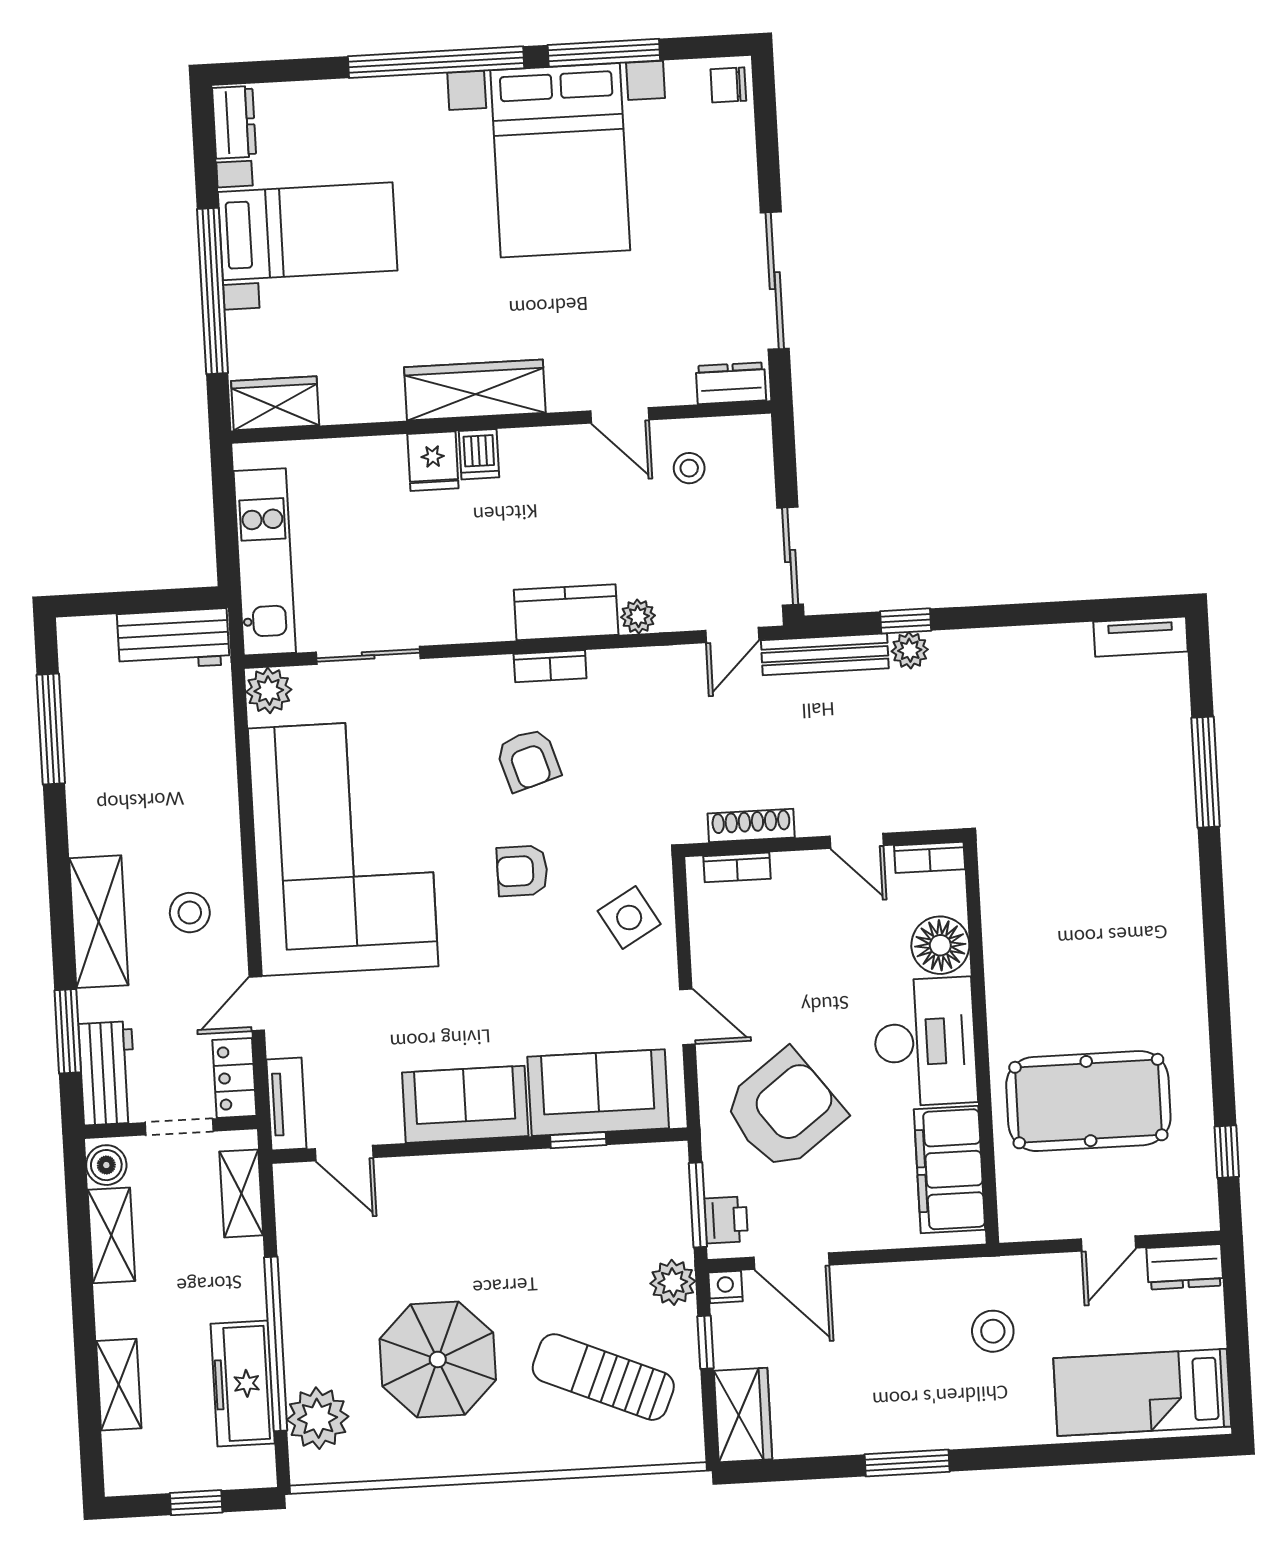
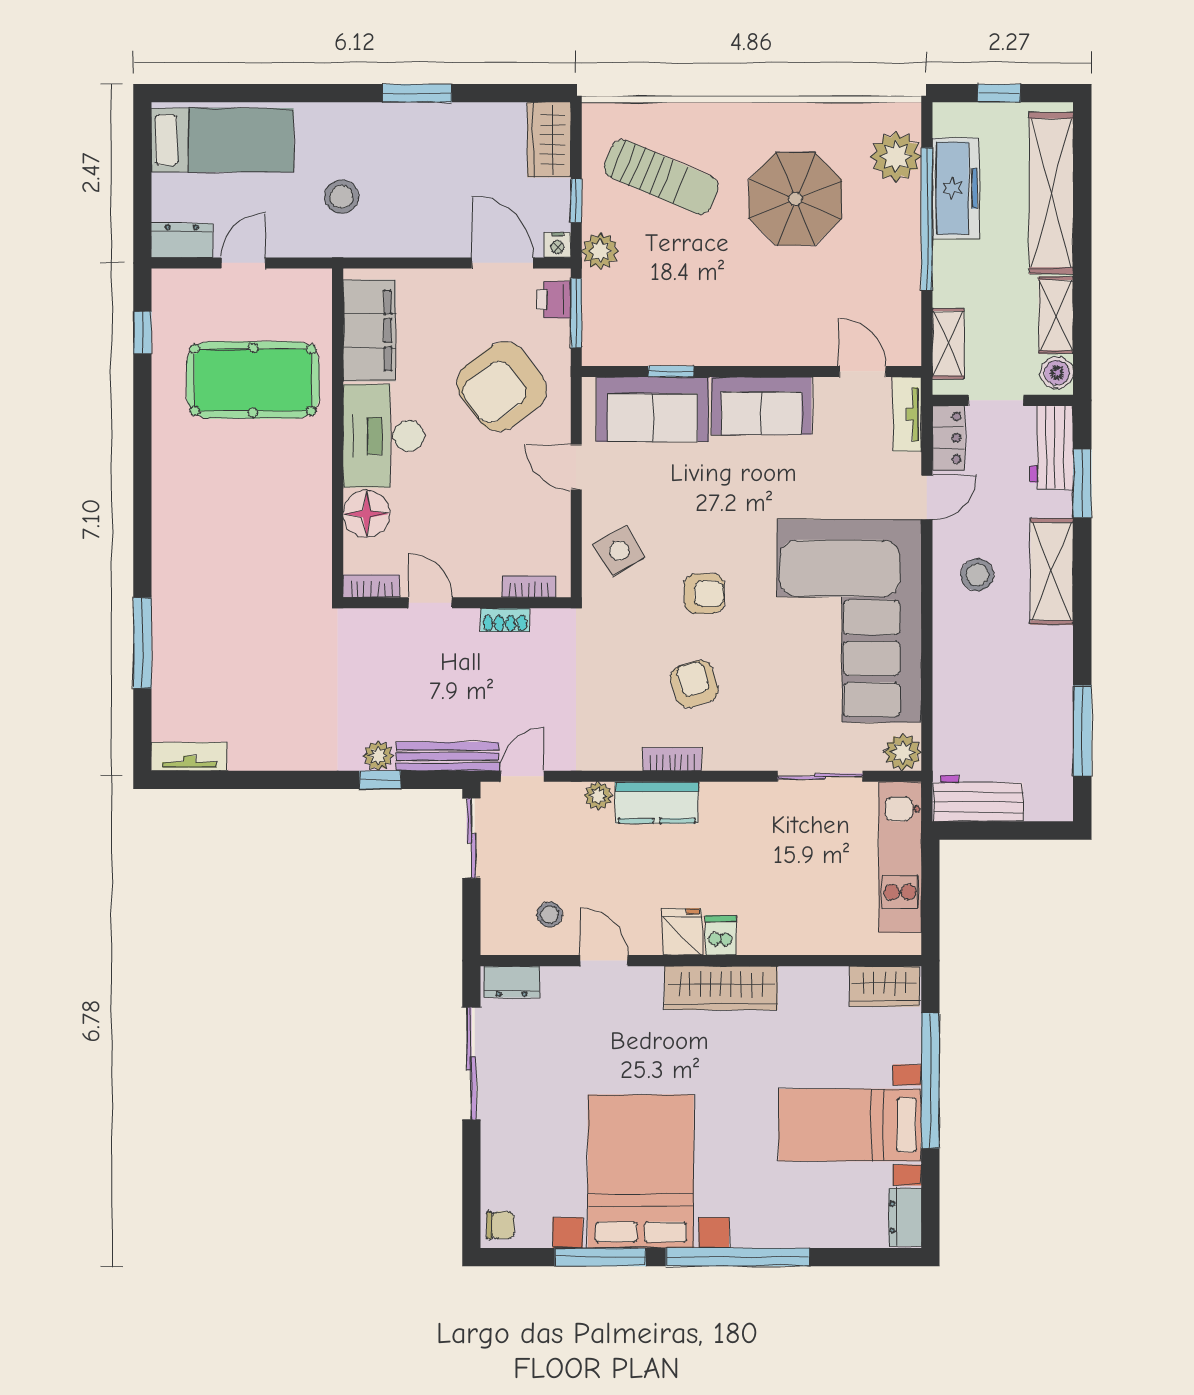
fridge: (433, 461) -> (683, 932), moved
shoe rack: (751, 826) -> (505, 620), width x0.70
shelving: (119, 1385) -> (1051, 193), width x2.20, depth x1.33

